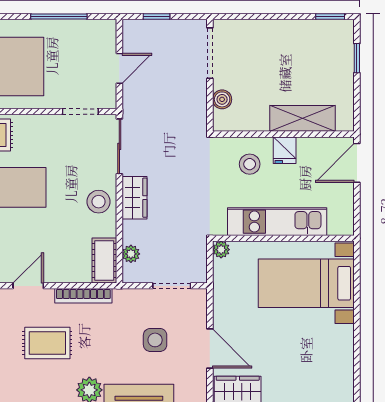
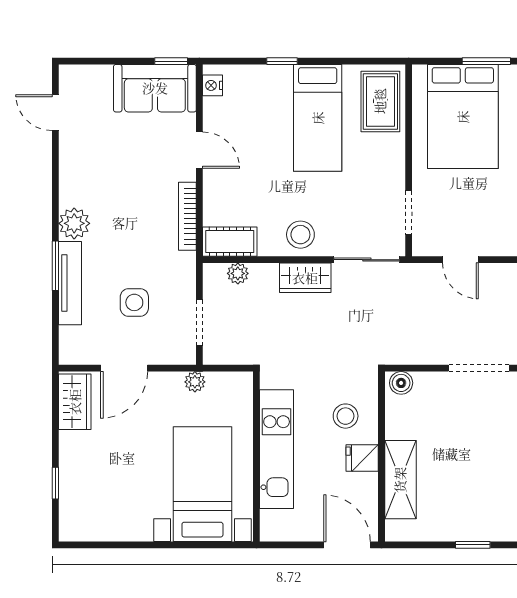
boiler: (222, 99) -> (401, 383), moved
plant: (221, 250) -> (195, 382), moved
rug: (47, 343) -> (131, 173), removed

